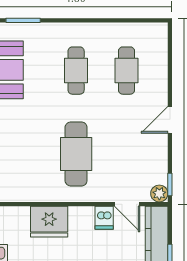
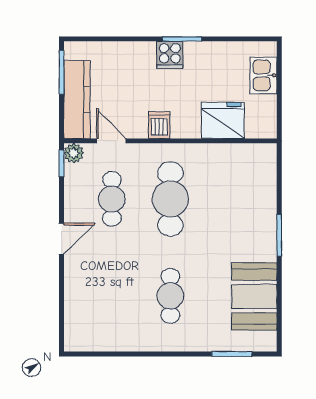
cafe table: (126, 71) -> (112, 199), moved
dishwasher: (104, 218) -> (159, 125), moved
fridge: (49, 222) -> (223, 120), moved

